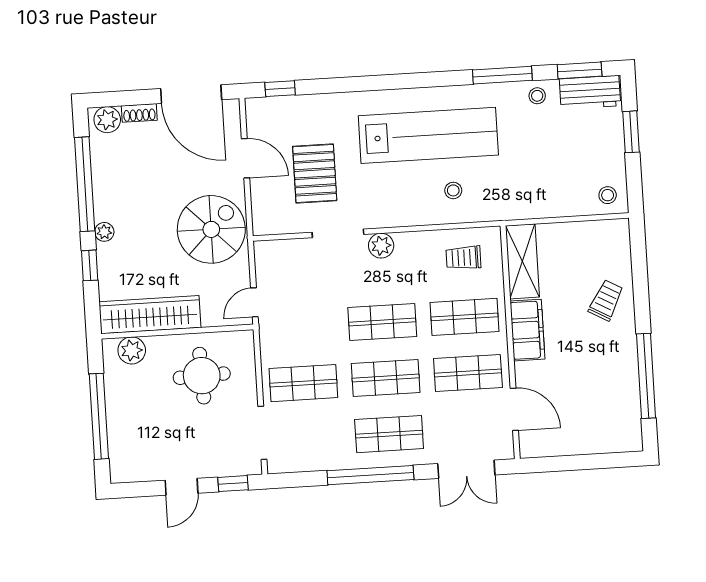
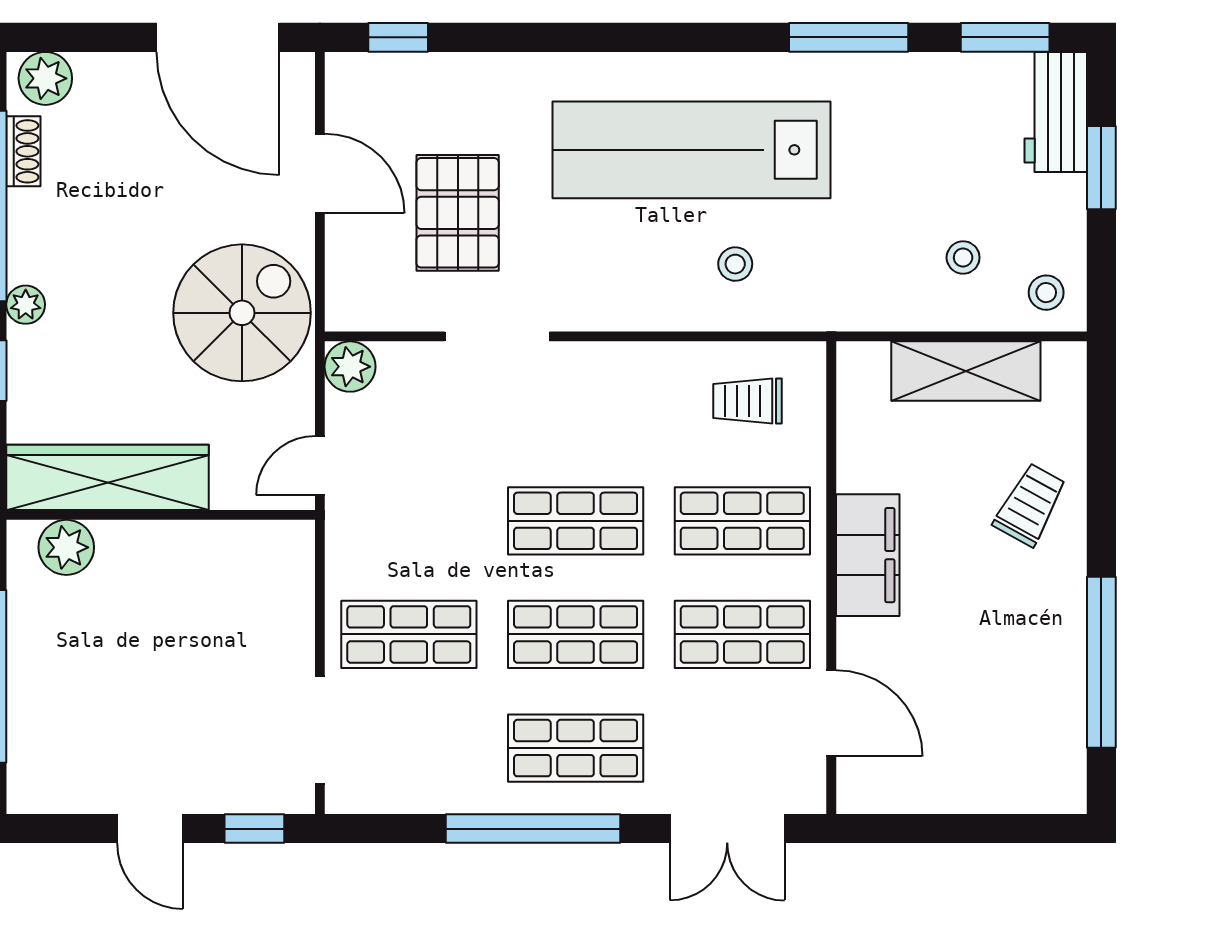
workbench: (590, 92) -> (1056, 112), moved, turned 90
stool: (537, 96) -> (963, 258), moved
shoe rack: (139, 113) -> (23, 151), moved, turned -90
lab bench: (428, 135) -> (692, 150), turned 180
plant: (381, 246) -> (350, 367), moved
shelving: (522, 261) -> (966, 371), moved, turned 90
round table: (202, 376) -> (205, 607), removed
door: (181, 487) -> (150, 829), hinge flipped

